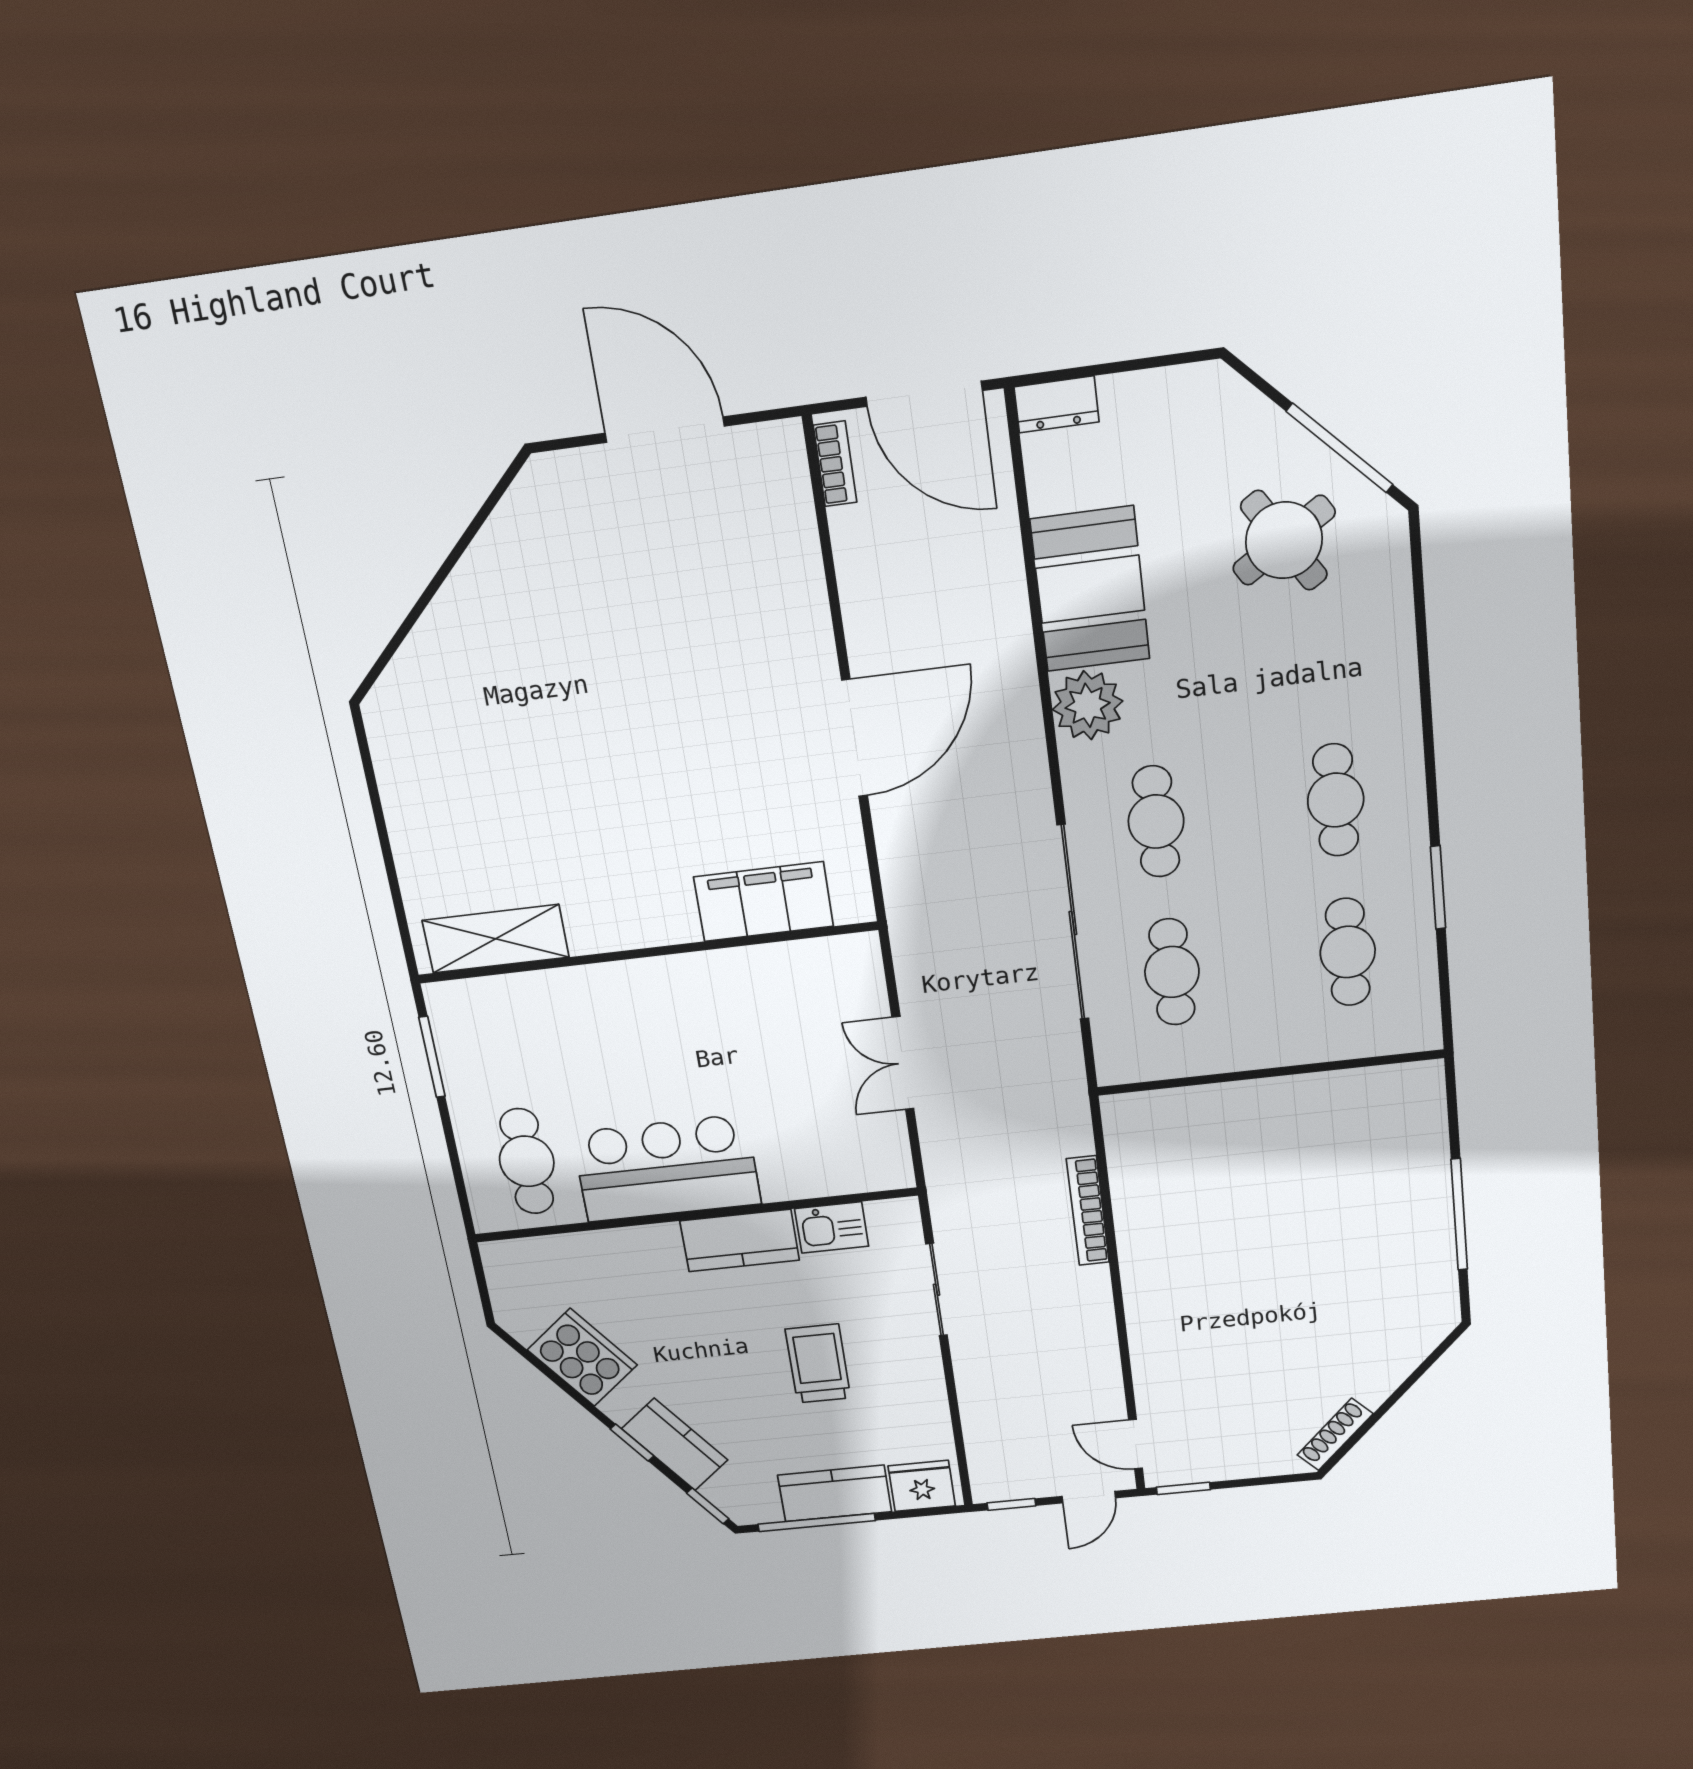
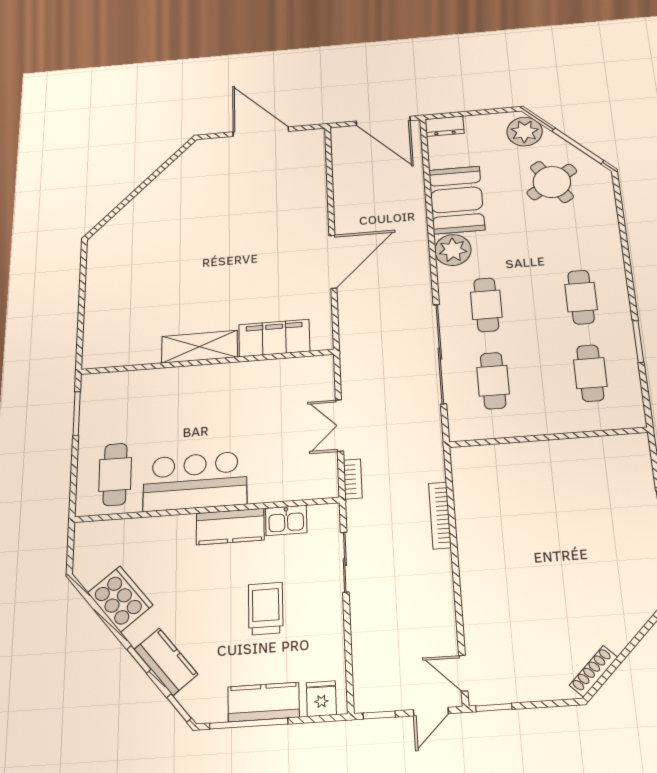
plant: (1228, 414) -> (525, 132), added
bookcase: (835, 464) -> (353, 479), moved
shelving: (496, 939) -> (199, 347), moved
fridge: (922, 1486) -> (321, 699), width x0.72

